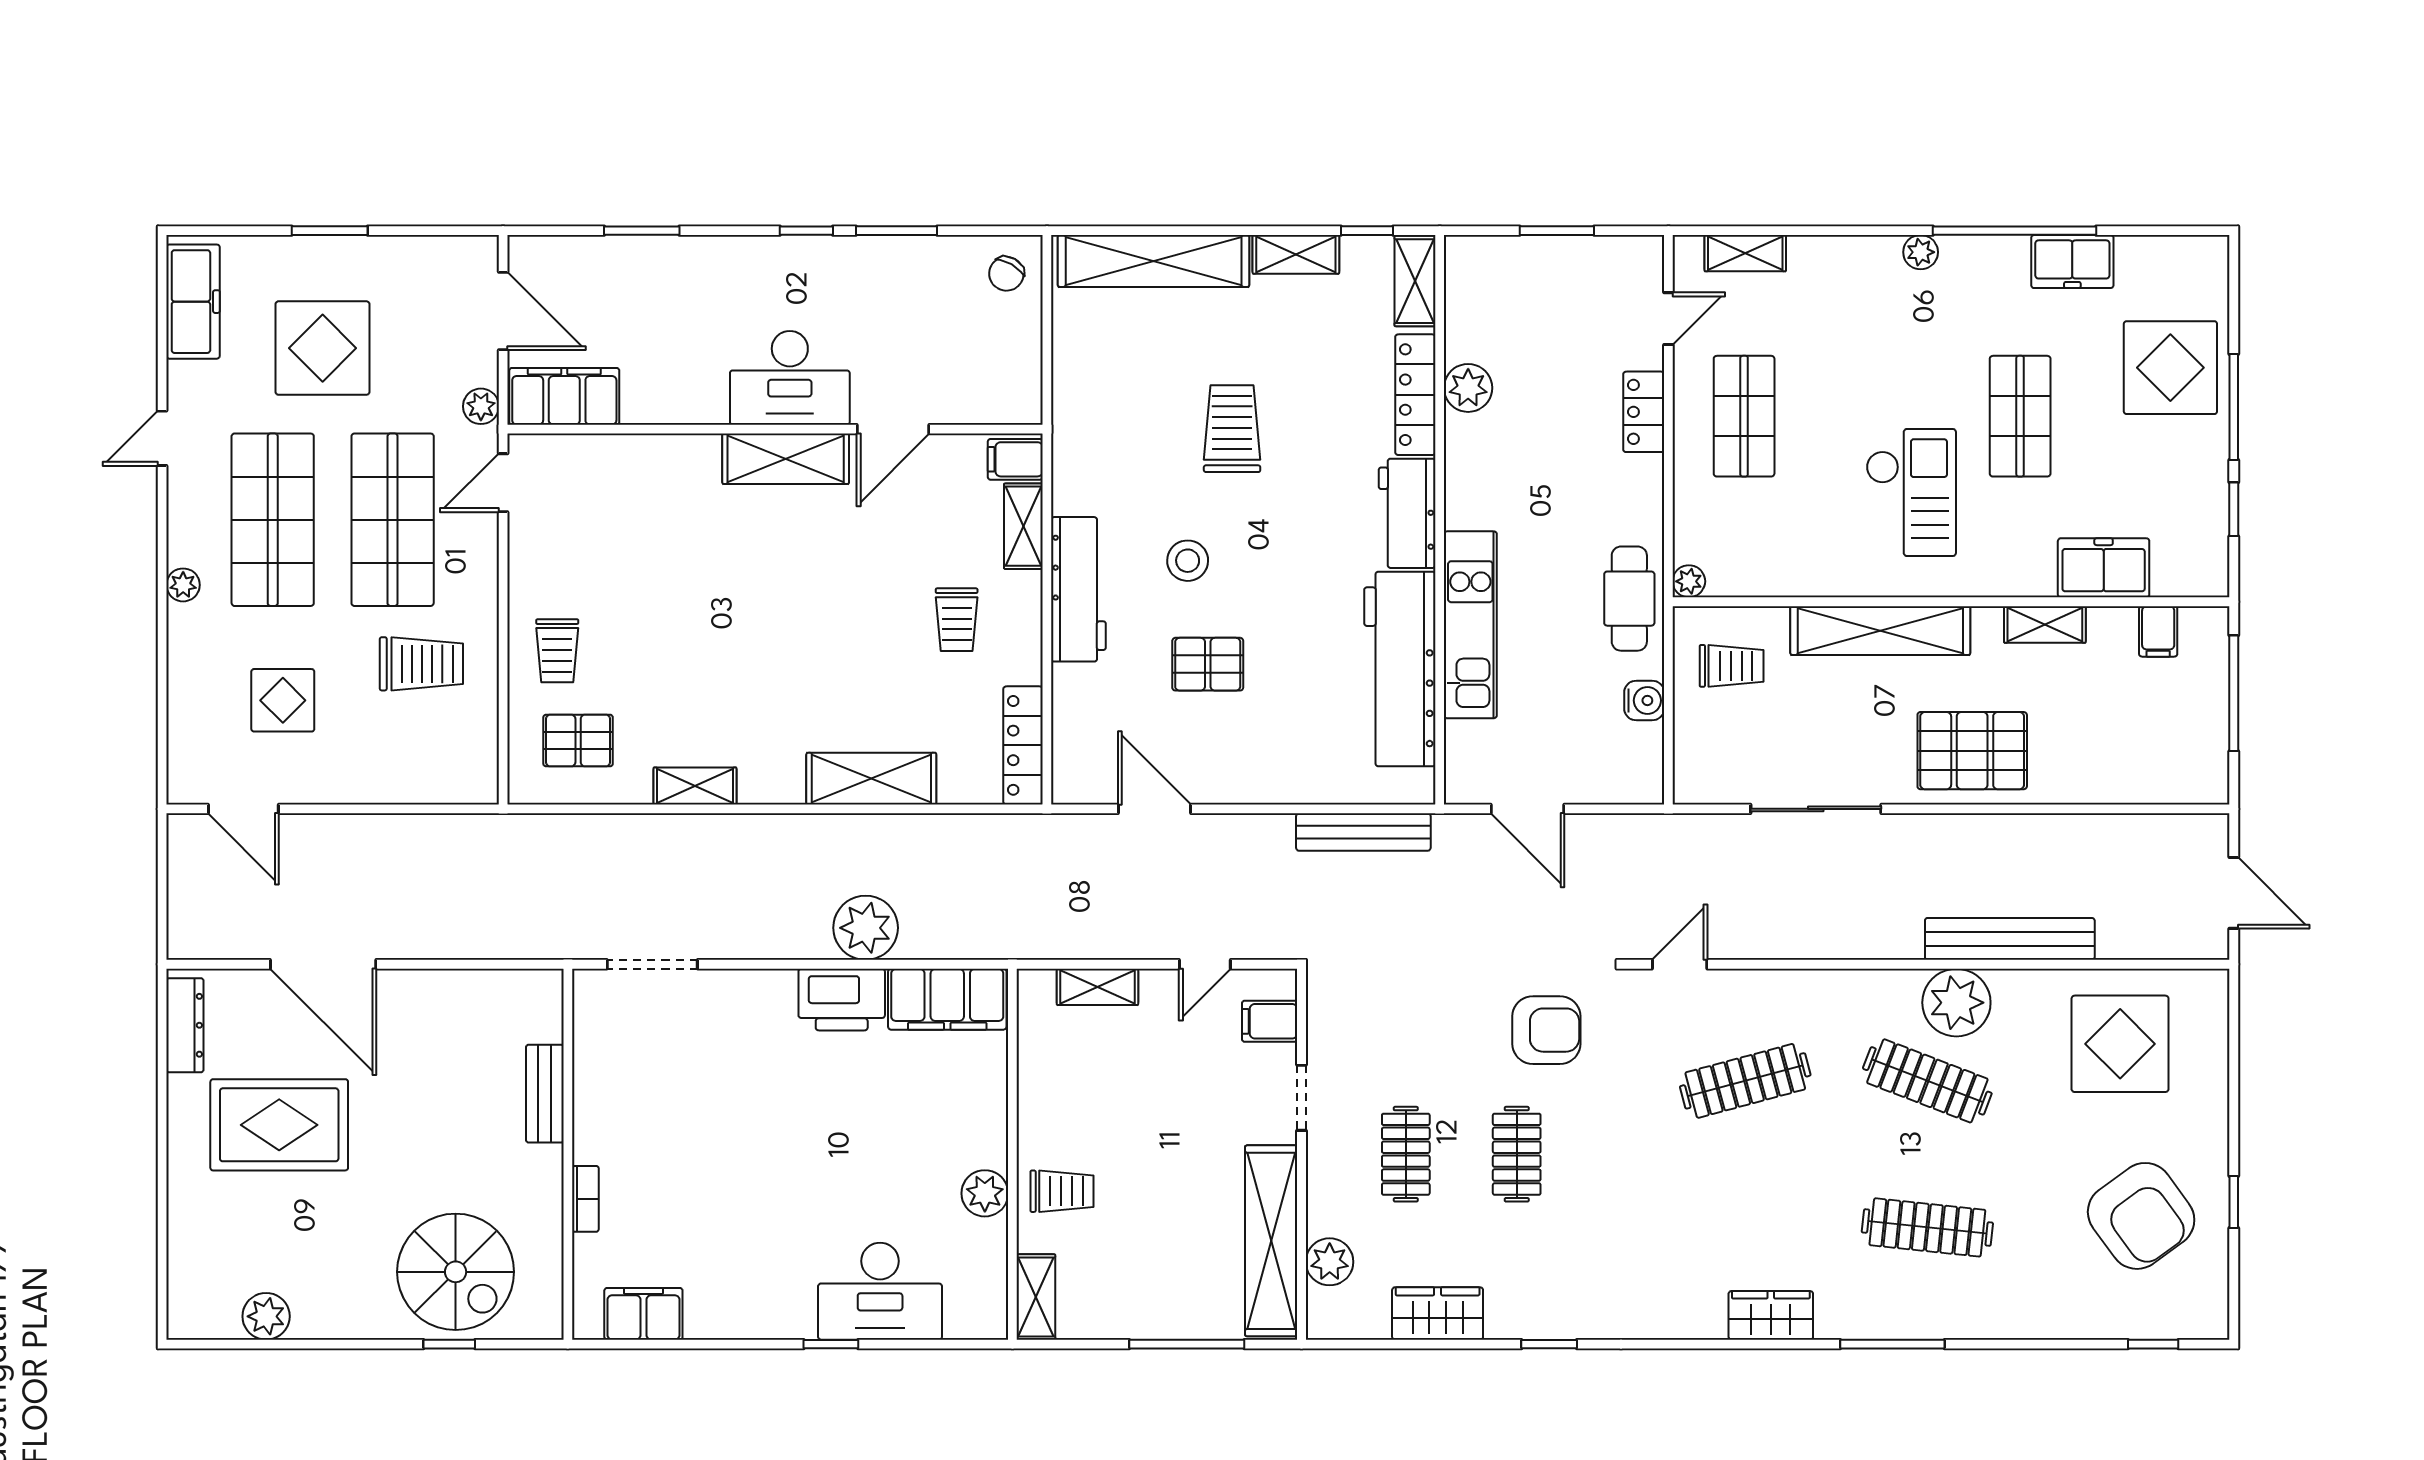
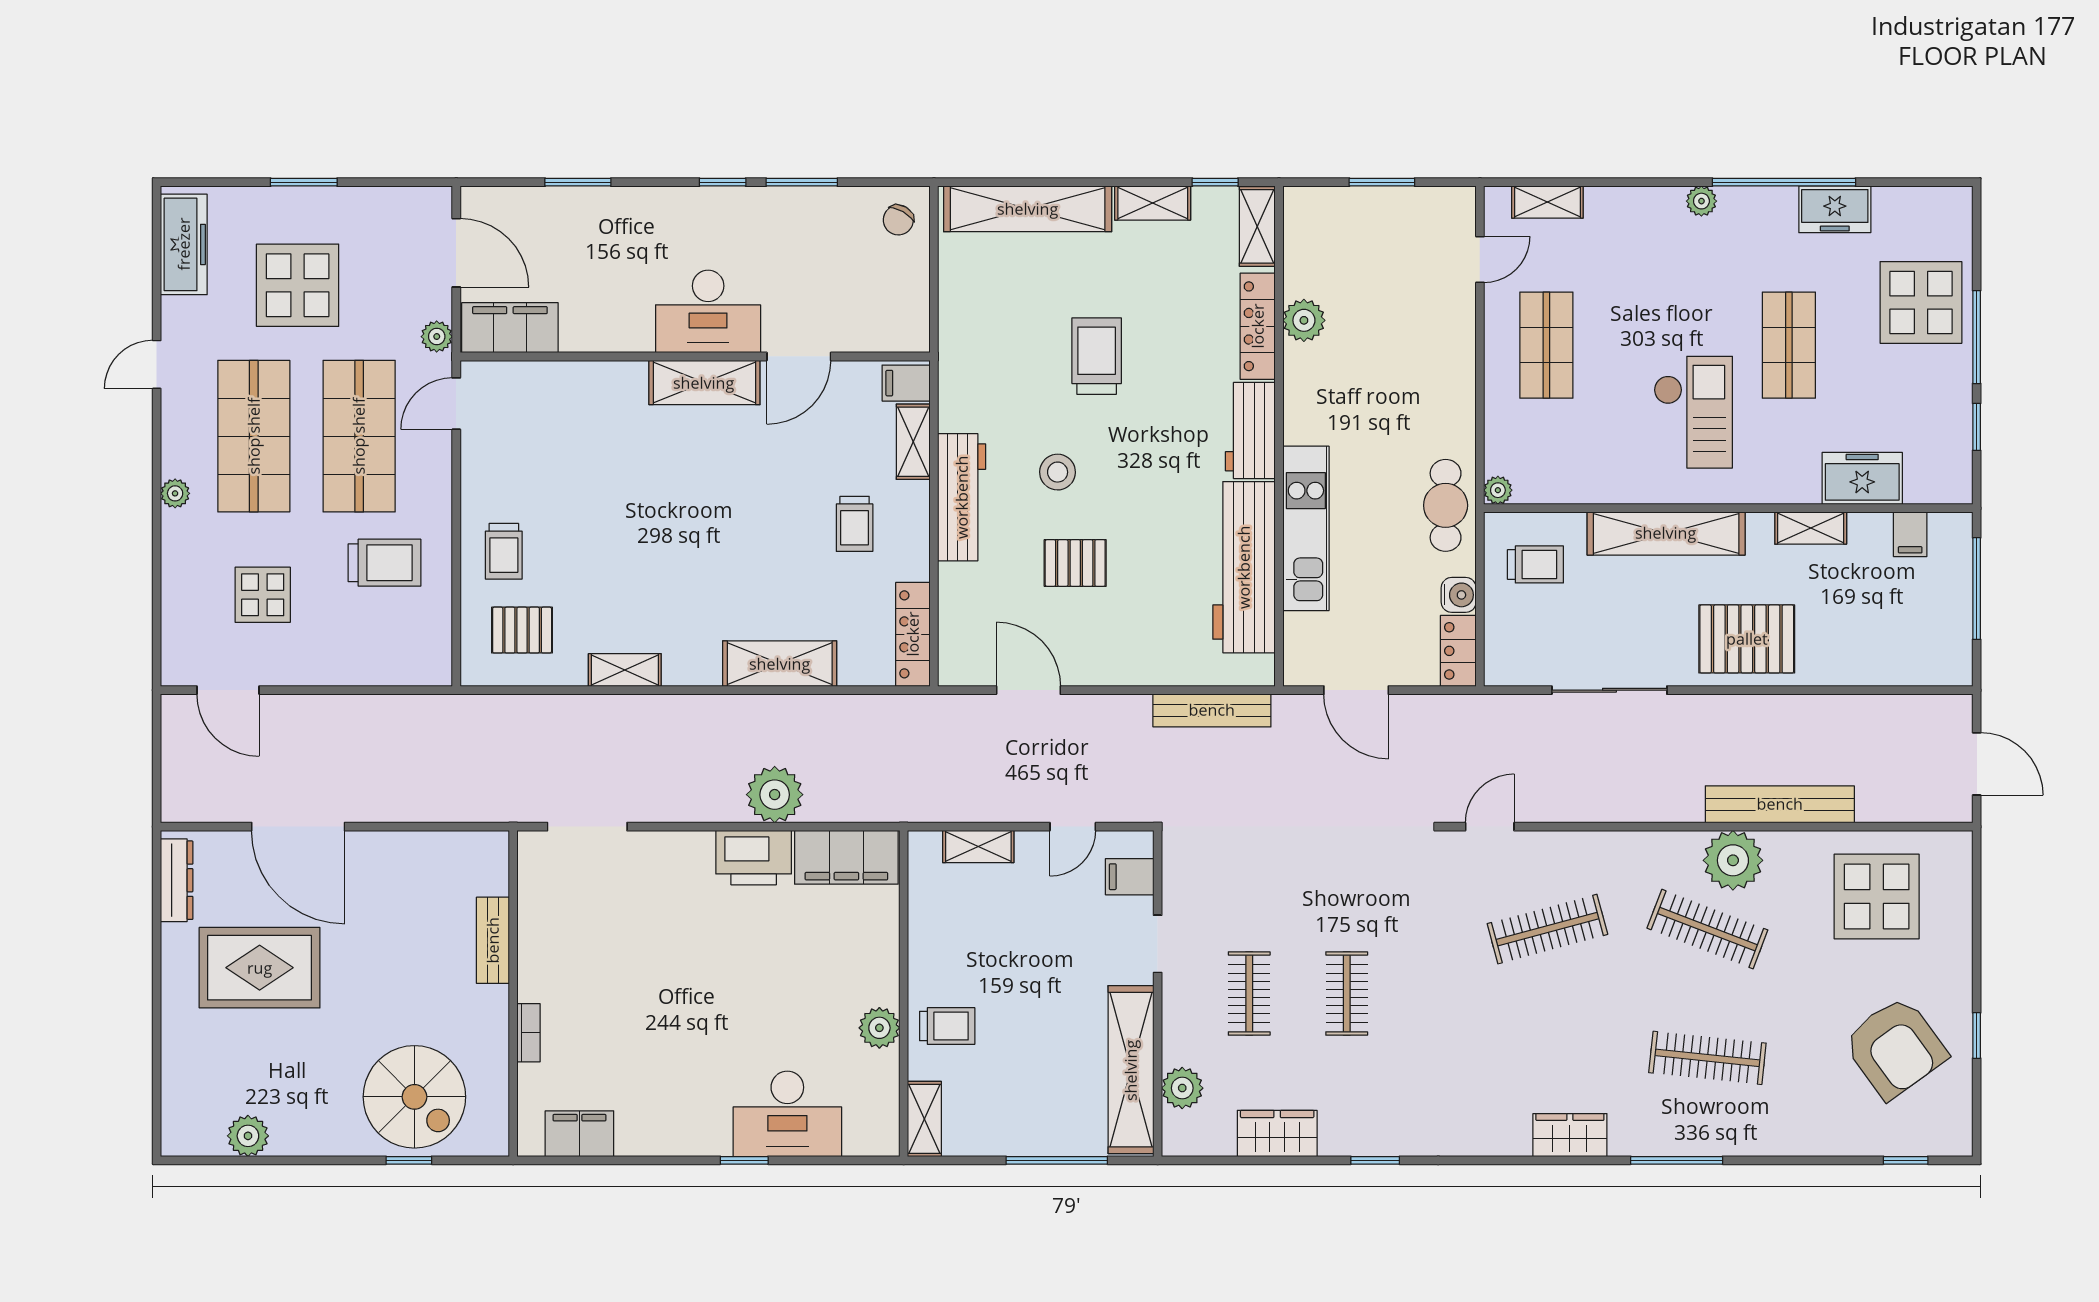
locker: (1644, 412) -> (1458, 651), moved
armchair: (1546, 1030) -> (1373, 884), removed

